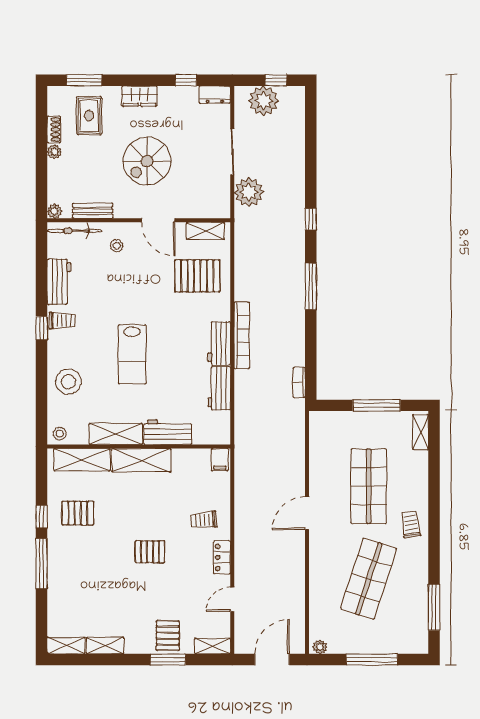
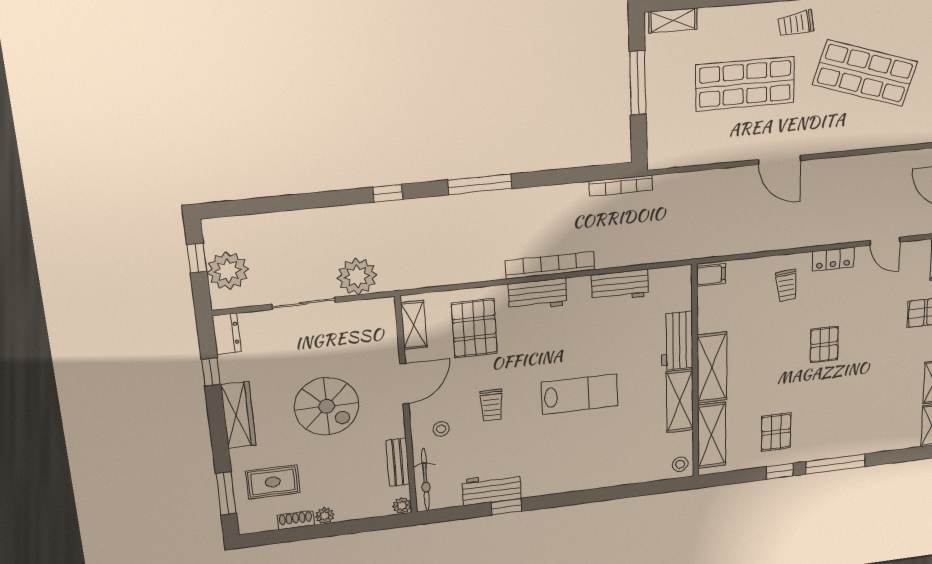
wardrobe: (140, 96) -> (238, 415), width x1.50
trolley: (62, 321) -> (492, 405), moved, turned 180
window: (42, 328) -> (506, 507), moved
workbench: (219, 343) -> (538, 295), moved
stool: (68, 382) -> (616, 463), removed
bookcase: (299, 382) -> (621, 186), width x1.56

